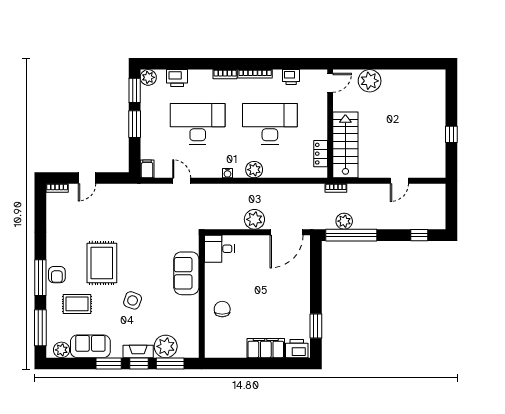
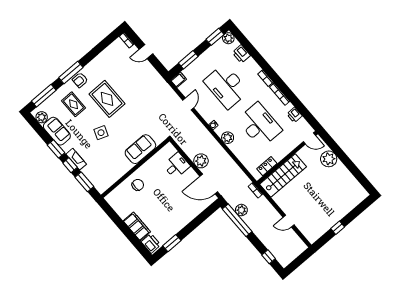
window: (135, 124) -> (188, 60), moved
desk: (198, 124) -> (226, 86), turned 180
desk: (219, 249) -> (177, 166), moved, turned 90
rug: (102, 263) -> (107, 99), turned 90
plant: (166, 346) -> (92, 172), removed

